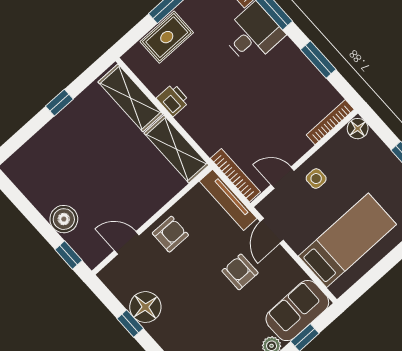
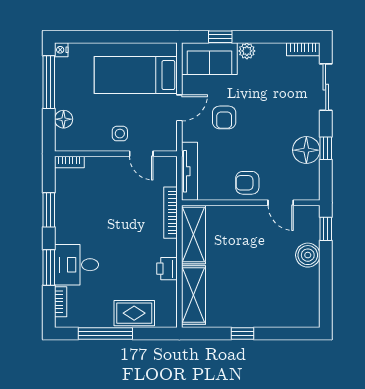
bookcase: (330, 122) -> (69, 162), width x0.64
floor lamp: (358, 129) -> (64, 119), moved
bookcase: (235, 175) -> (170, 213), moved
door: (272, 231) -> (179, 108), moved

